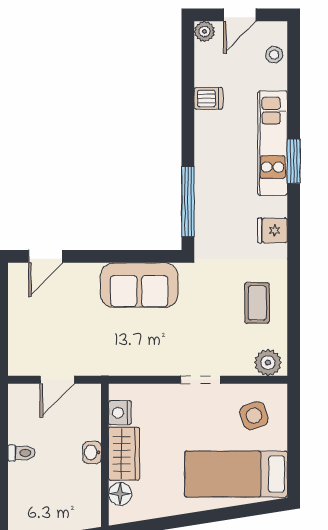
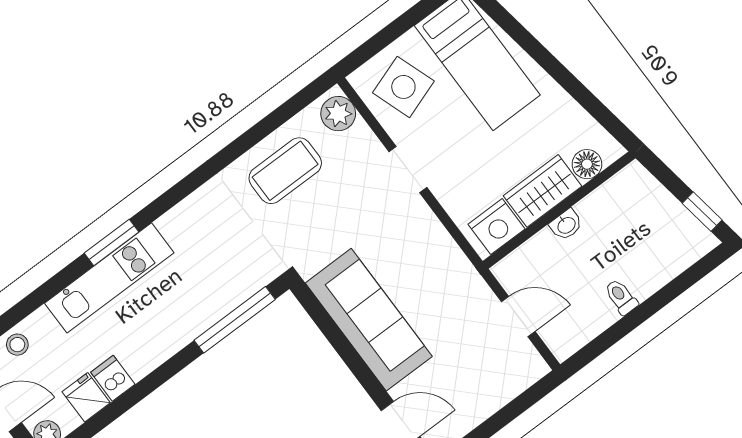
fridge: (272, 230) -> (86, 397), moved, turned 180
sofa: (139, 285) -> (369, 320), width x1.36
coffee table: (257, 303) -> (285, 171), width x1.36, depth x1.30
nightstand: (120, 413) -> (497, 227), width x1.36, depth x1.33
side table: (254, 416) -> (403, 87), width x1.37, depth x1.37

